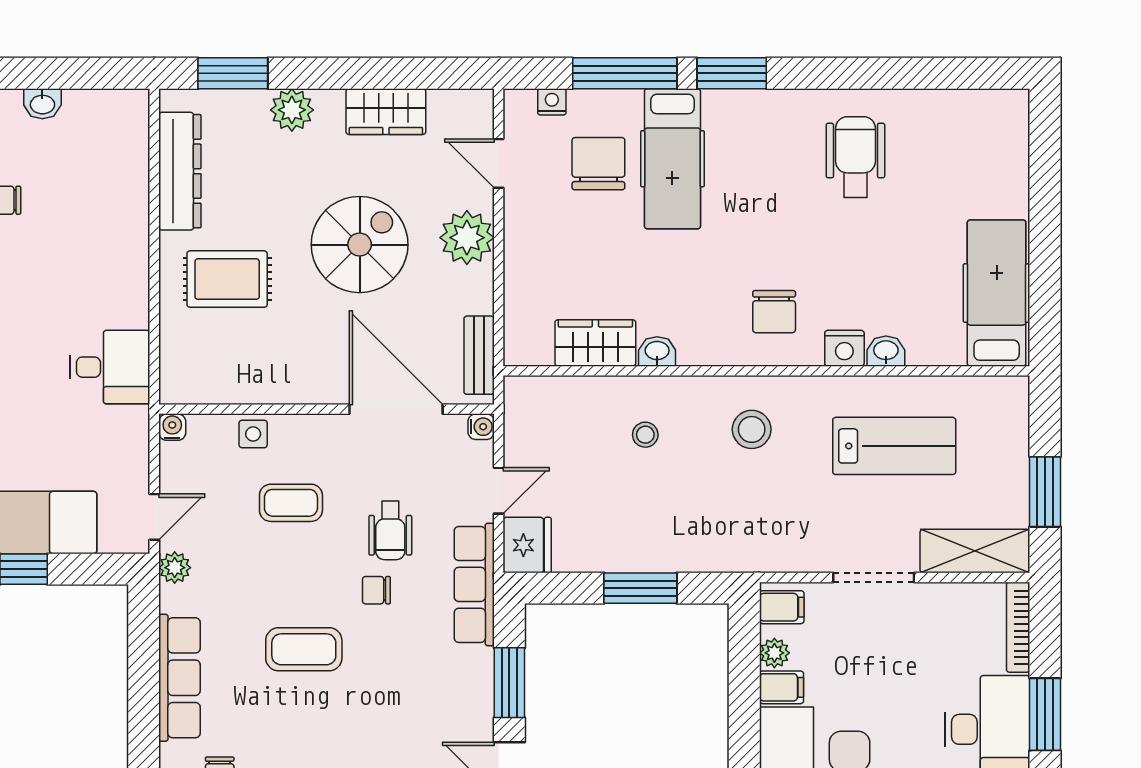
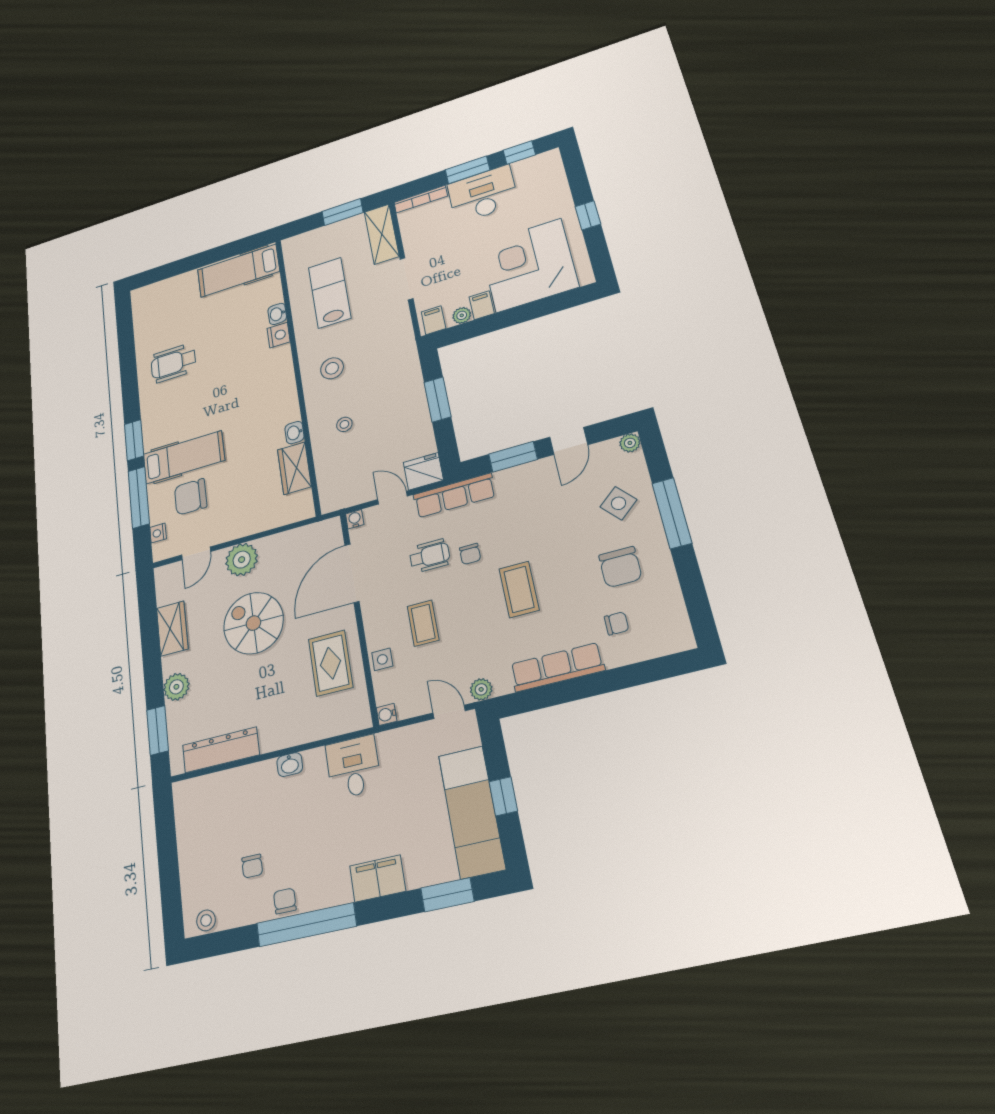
washbasin: (42, 104) -> (290, 765), moved, turned 90
rug: (227, 279) -> (331, 663), moved
chair: (774, 312) -> (263, 377), removed
bench: (479, 355) -> (311, 533), removed

